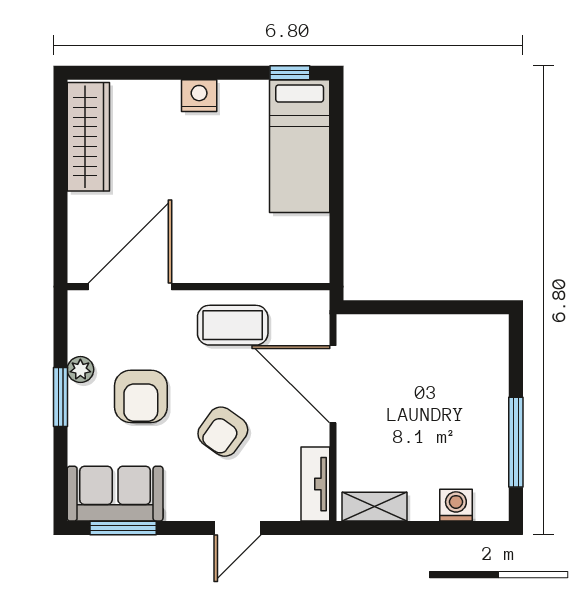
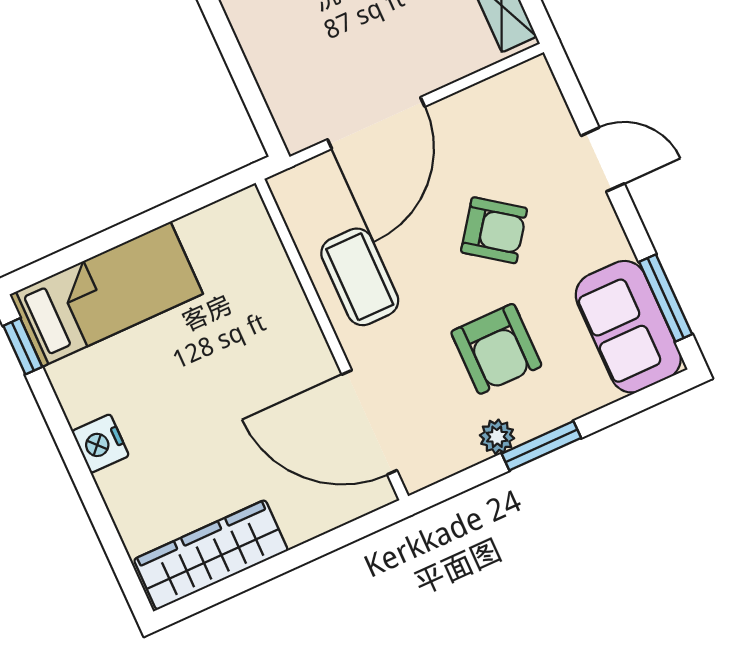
armchair: (141, 396) -> (496, 349), turned 90
tv unit: (315, 484) -> (507, 89), removed

